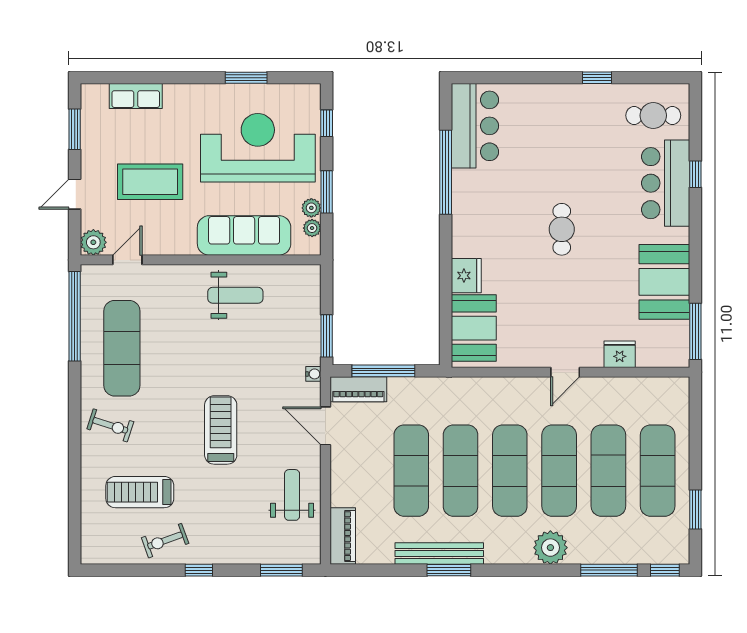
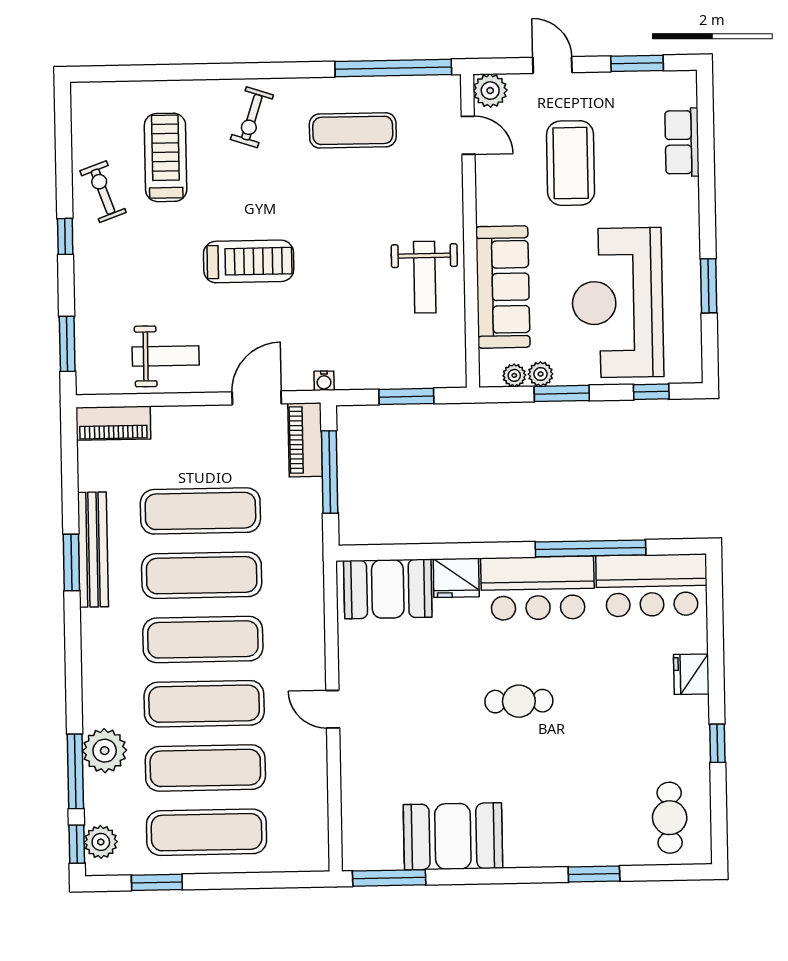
reception desk: (258, 148) -> (618, 303), turned 180
window: (695, 174) -> (594, 874), width x1.50
bar counter: (666, 183) -> (538, 588), moved, turned 180
window: (327, 336) -> (406, 396), moved
exercise mat: (122, 348) -> (353, 130), width x0.73, depth x0.69
fridge: (620, 354) -> (691, 674), moved, turned 180
plant: (550, 548) -> (105, 751), moved
plant: (664, 552) -> (101, 842), added

